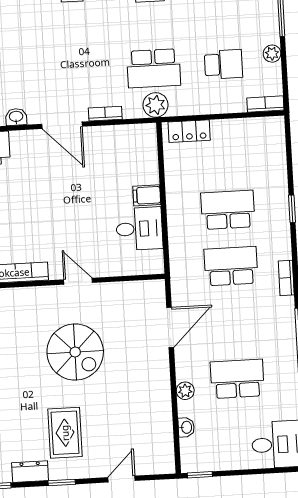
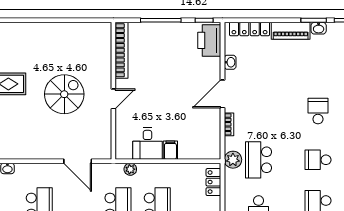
spiral stairs: (75, 352) -> (64, 94), turned 180
plant: (185, 391) -> (130, 169), moved

